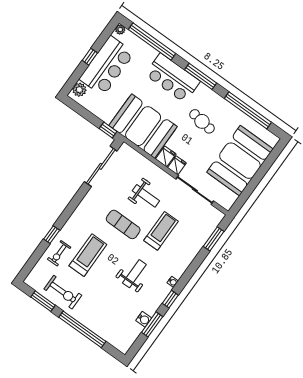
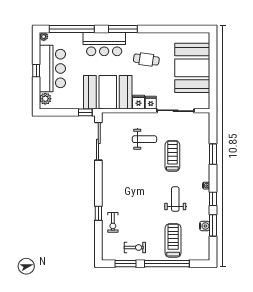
window: (248, 110) -> (173, 29), removed
exercise mat: (123, 224) -> (143, 170), removed
window: (214, 239) -> (213, 154), moved
treadmill: (88, 255) -> (173, 240), moved
exercise bike: (63, 292) -> (135, 247), width x0.73, depth x0.72

